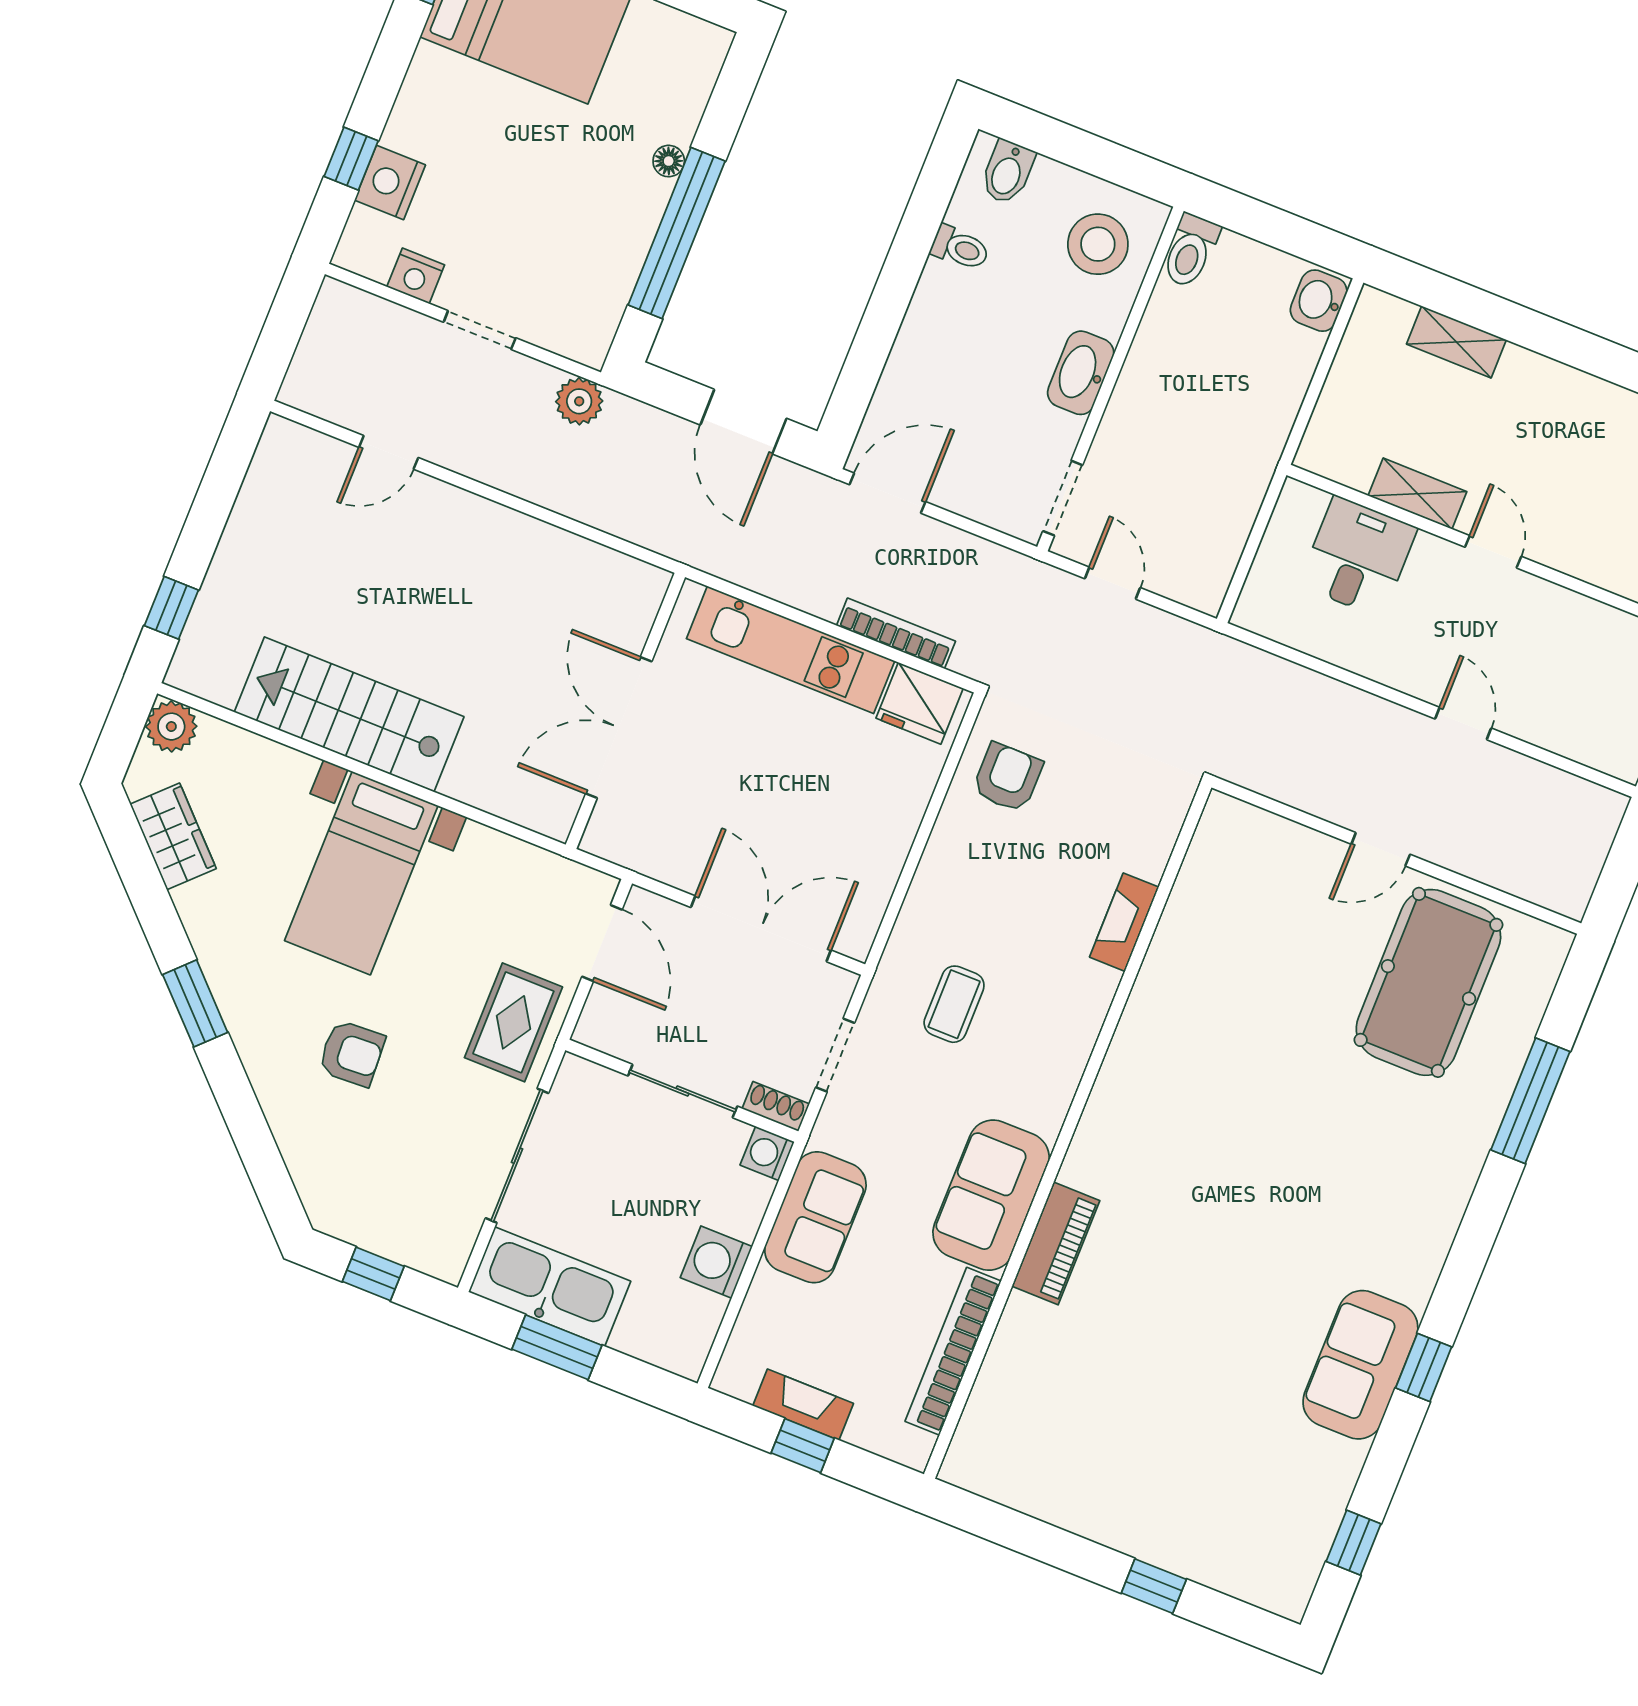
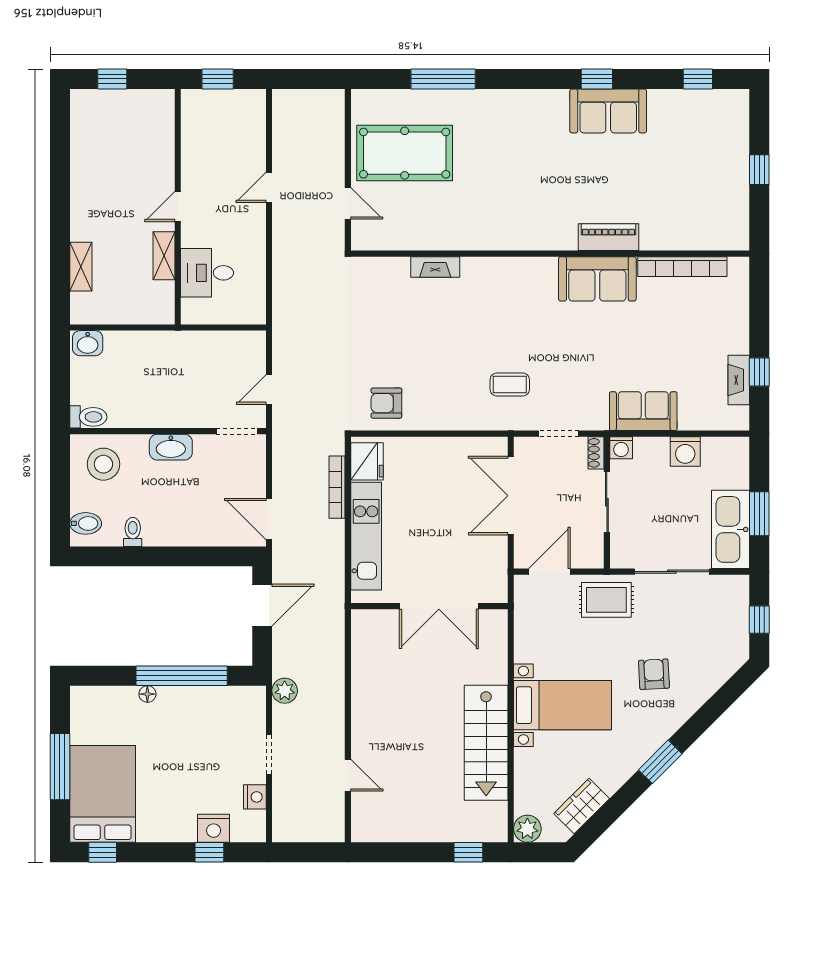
fireplace: (1124, 922) -> (435, 267), moved
wall: (1068, 1131) -> (550, 254), moved
sofa: (991, 1195) -> (597, 279), moved
piano: (1056, 1243) -> (608, 237), moved
bookcase: (953, 1351) -> (682, 267), moved

